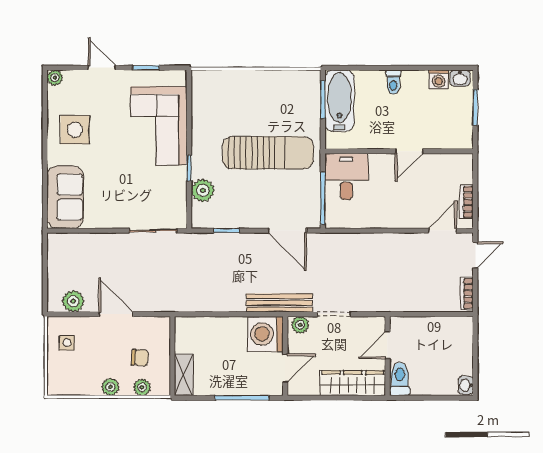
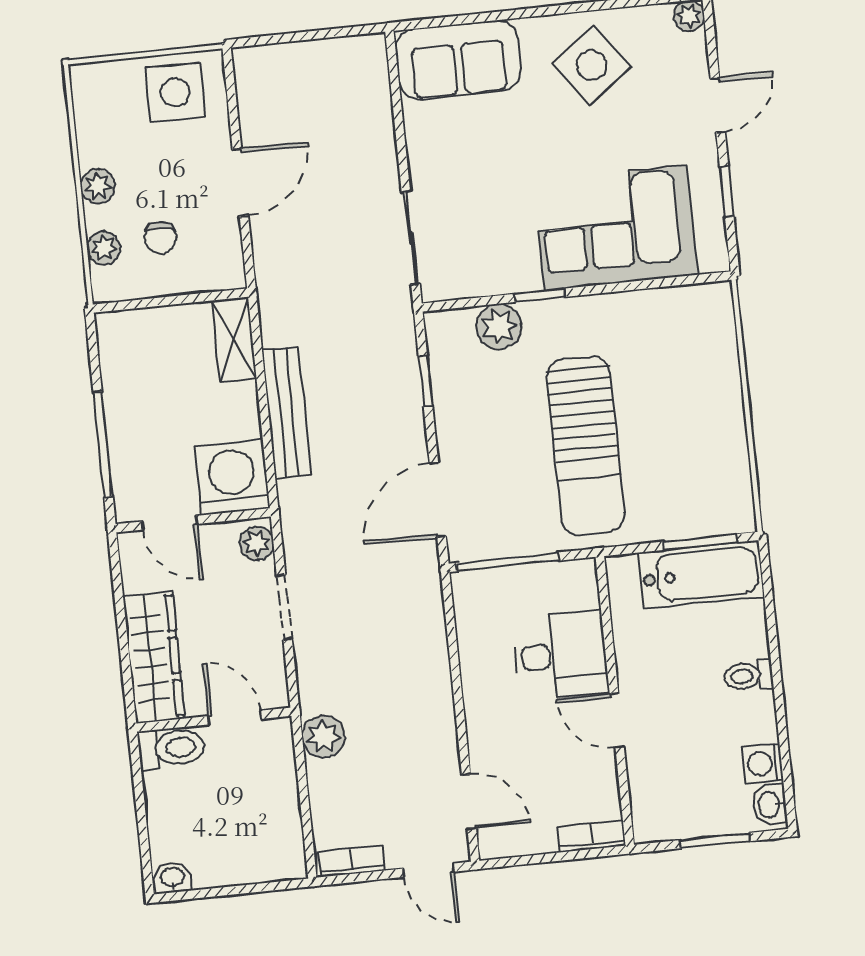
side table: (75, 130) -> (592, 65), turned -37
desk: (346, 176) -> (560, 655), moved
bookcase: (466, 202) -> (592, 836), moved
plant: (73, 301) -> (323, 737), moved
bench: (279, 303) -> (287, 412), moved
side table: (67, 343) -> (175, 92), width x1.87, depth x1.87
shelving: (184, 375) -> (234, 340), moved, turned 90

